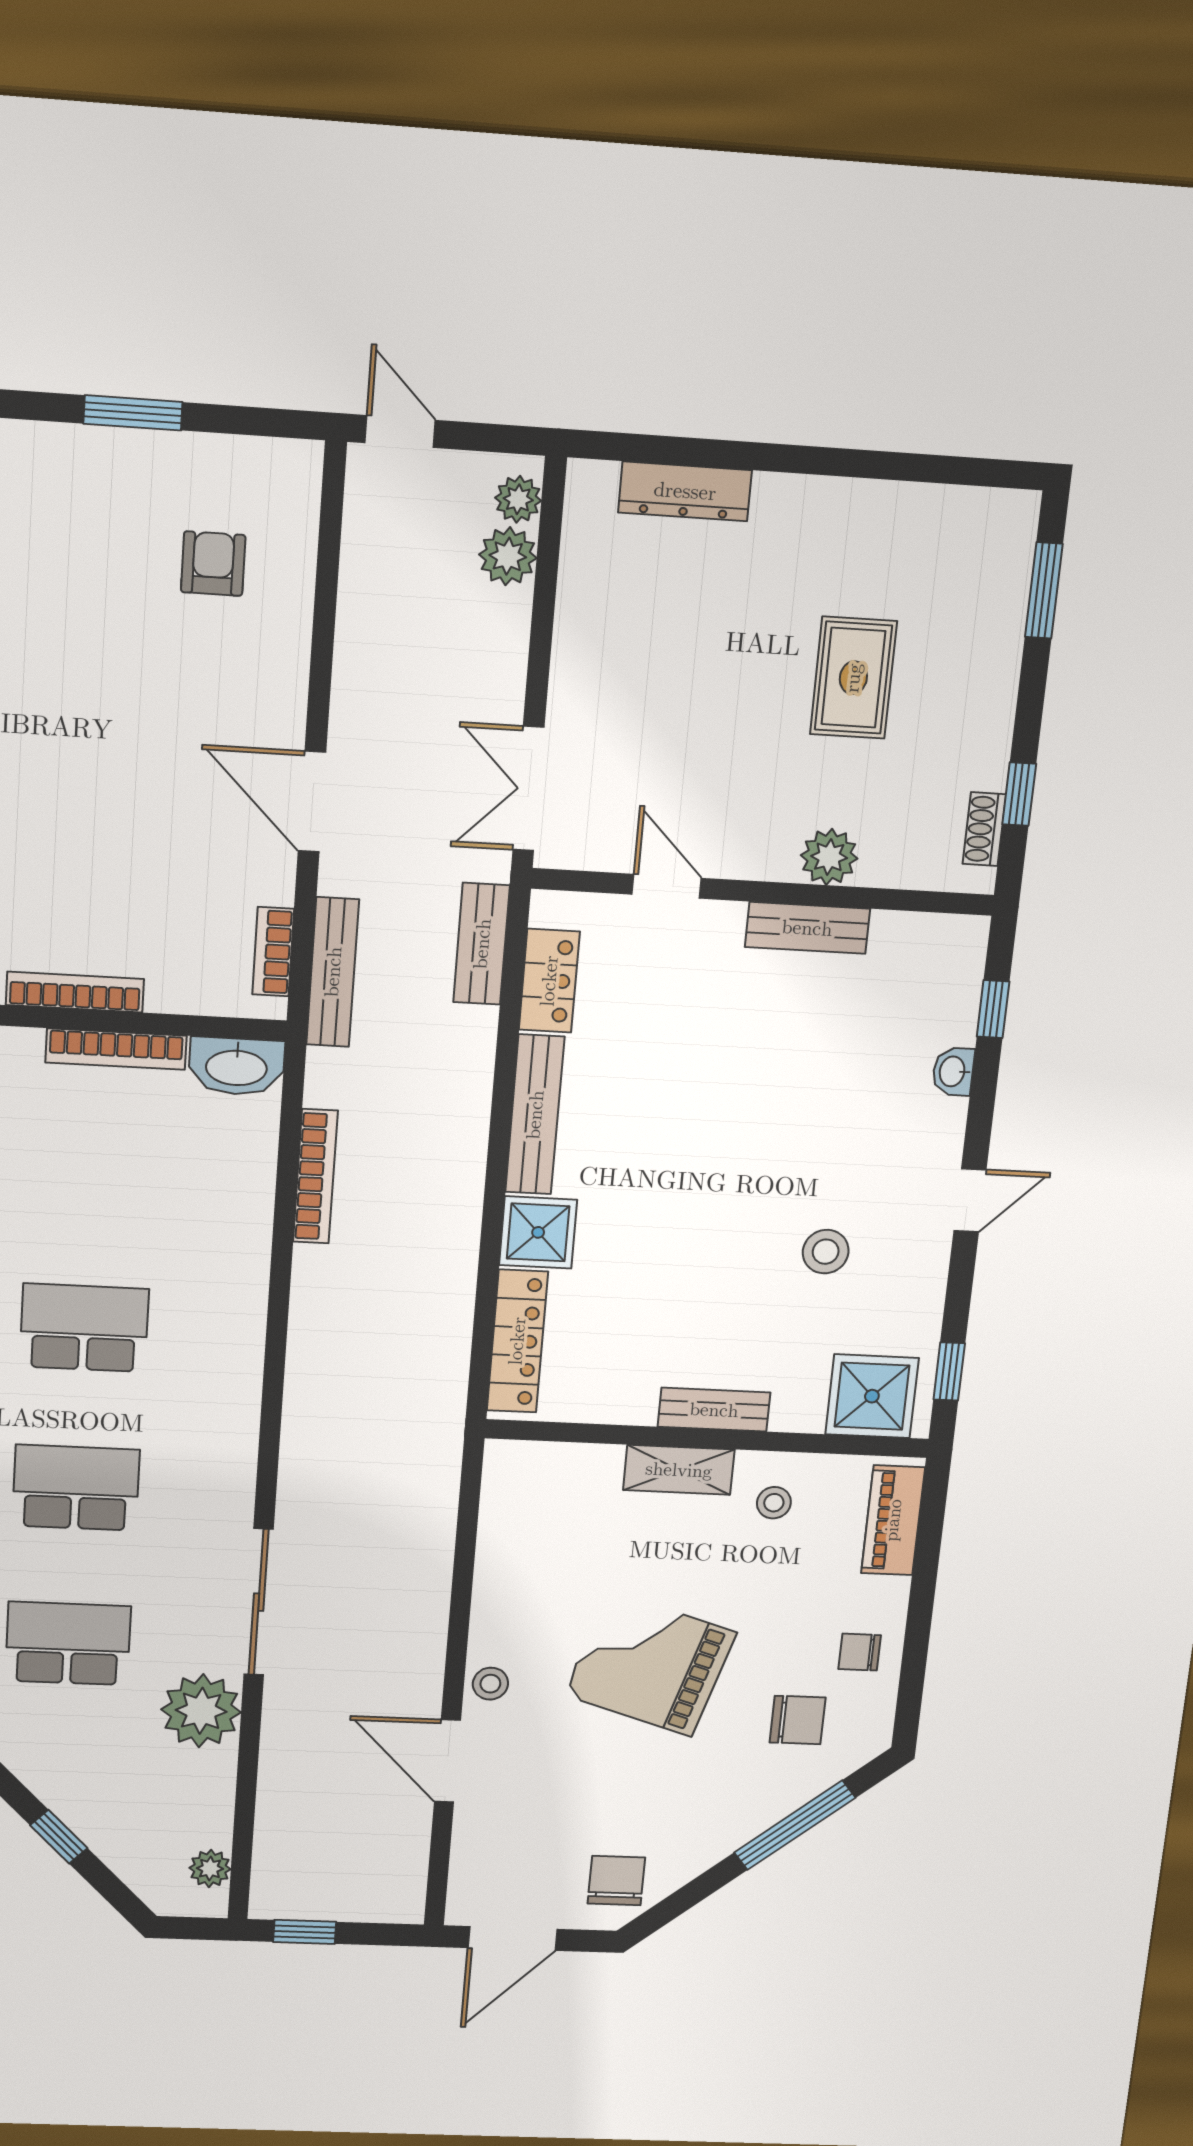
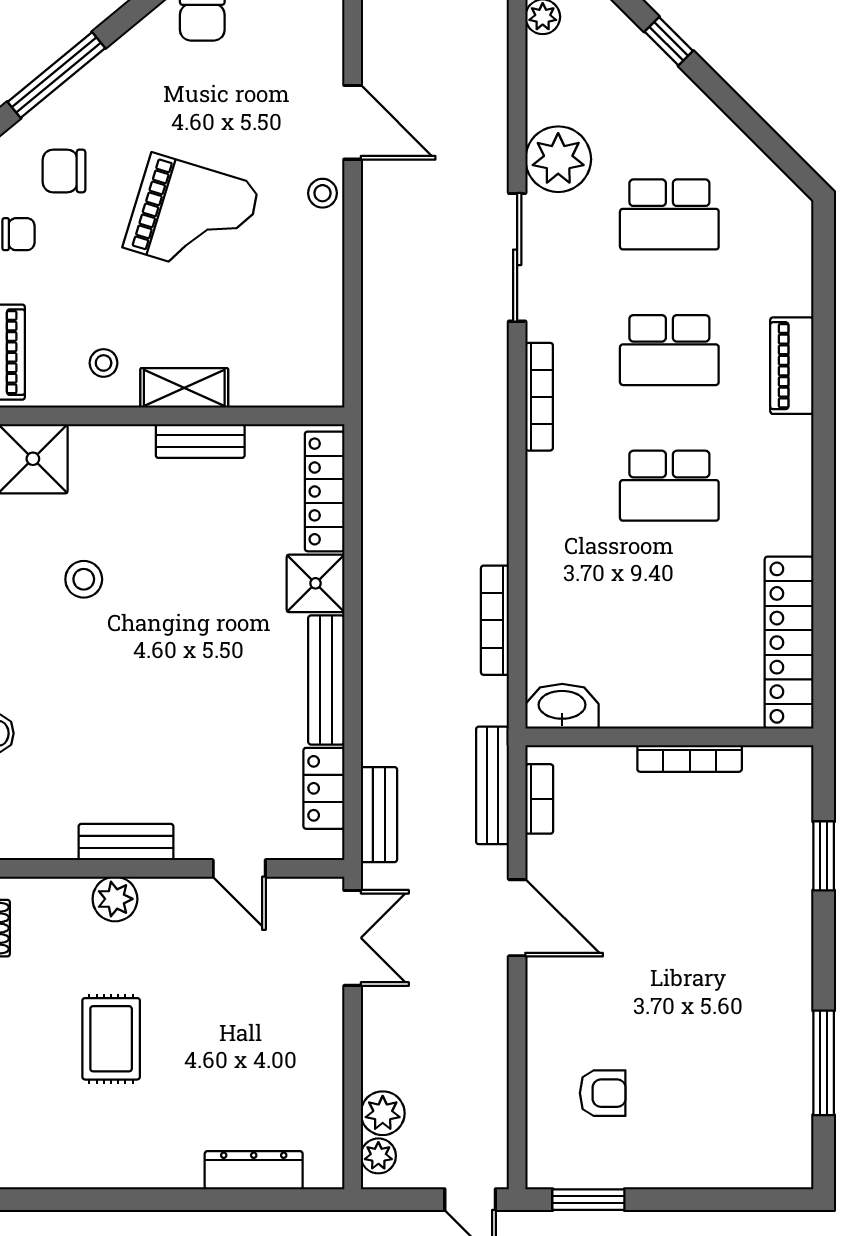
window: (133, 413) -> (588, 1200), moved
armchair: (213, 564) -> (603, 1093), turned -90
bookcase: (116, 1049) -> (539, 397), moved, turned 90
bench: (714, 1410) -> (200, 441), moved

